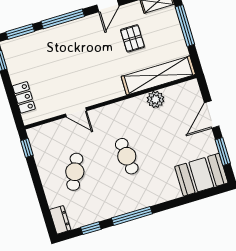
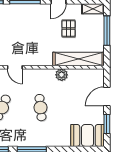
plant: (156, 99) -> (62, 75), moved

